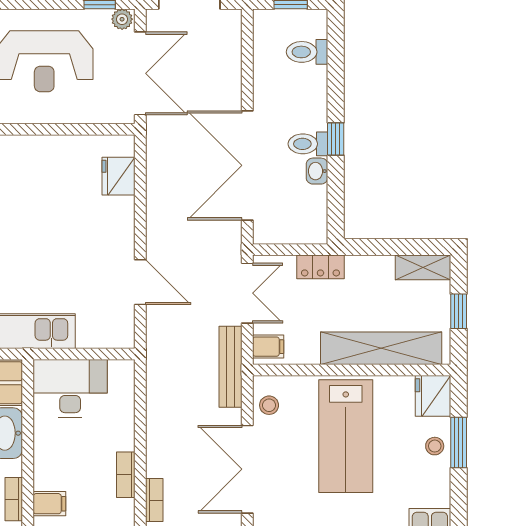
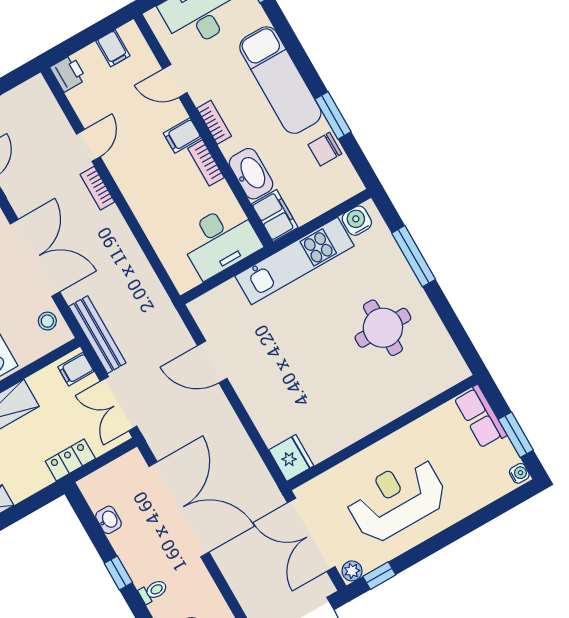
toilet: (308, 144) -> (153, 591), moved, width x0.73, depth x0.72
washbasin: (317, 171) -> (108, 520), moved
fridge: (118, 176) -> (291, 458), moved
bookcase: (126, 475) -> (206, 163), moved, turned 180

